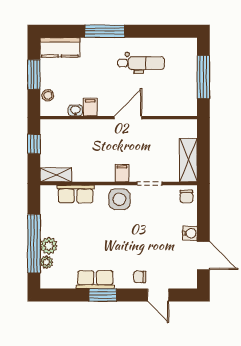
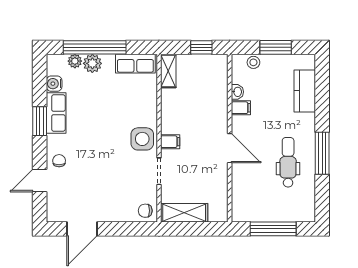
window: (105, 31) -> (322, 153), moved
kitchen counter: (60, 47) -> (305, 91), moved
dental chair: (141, 63) -> (288, 162), turned 180
row of seats: (76, 194) -> (135, 64), moved, turned -90
water cooler: (190, 233) -> (54, 84), moved, turned 90

